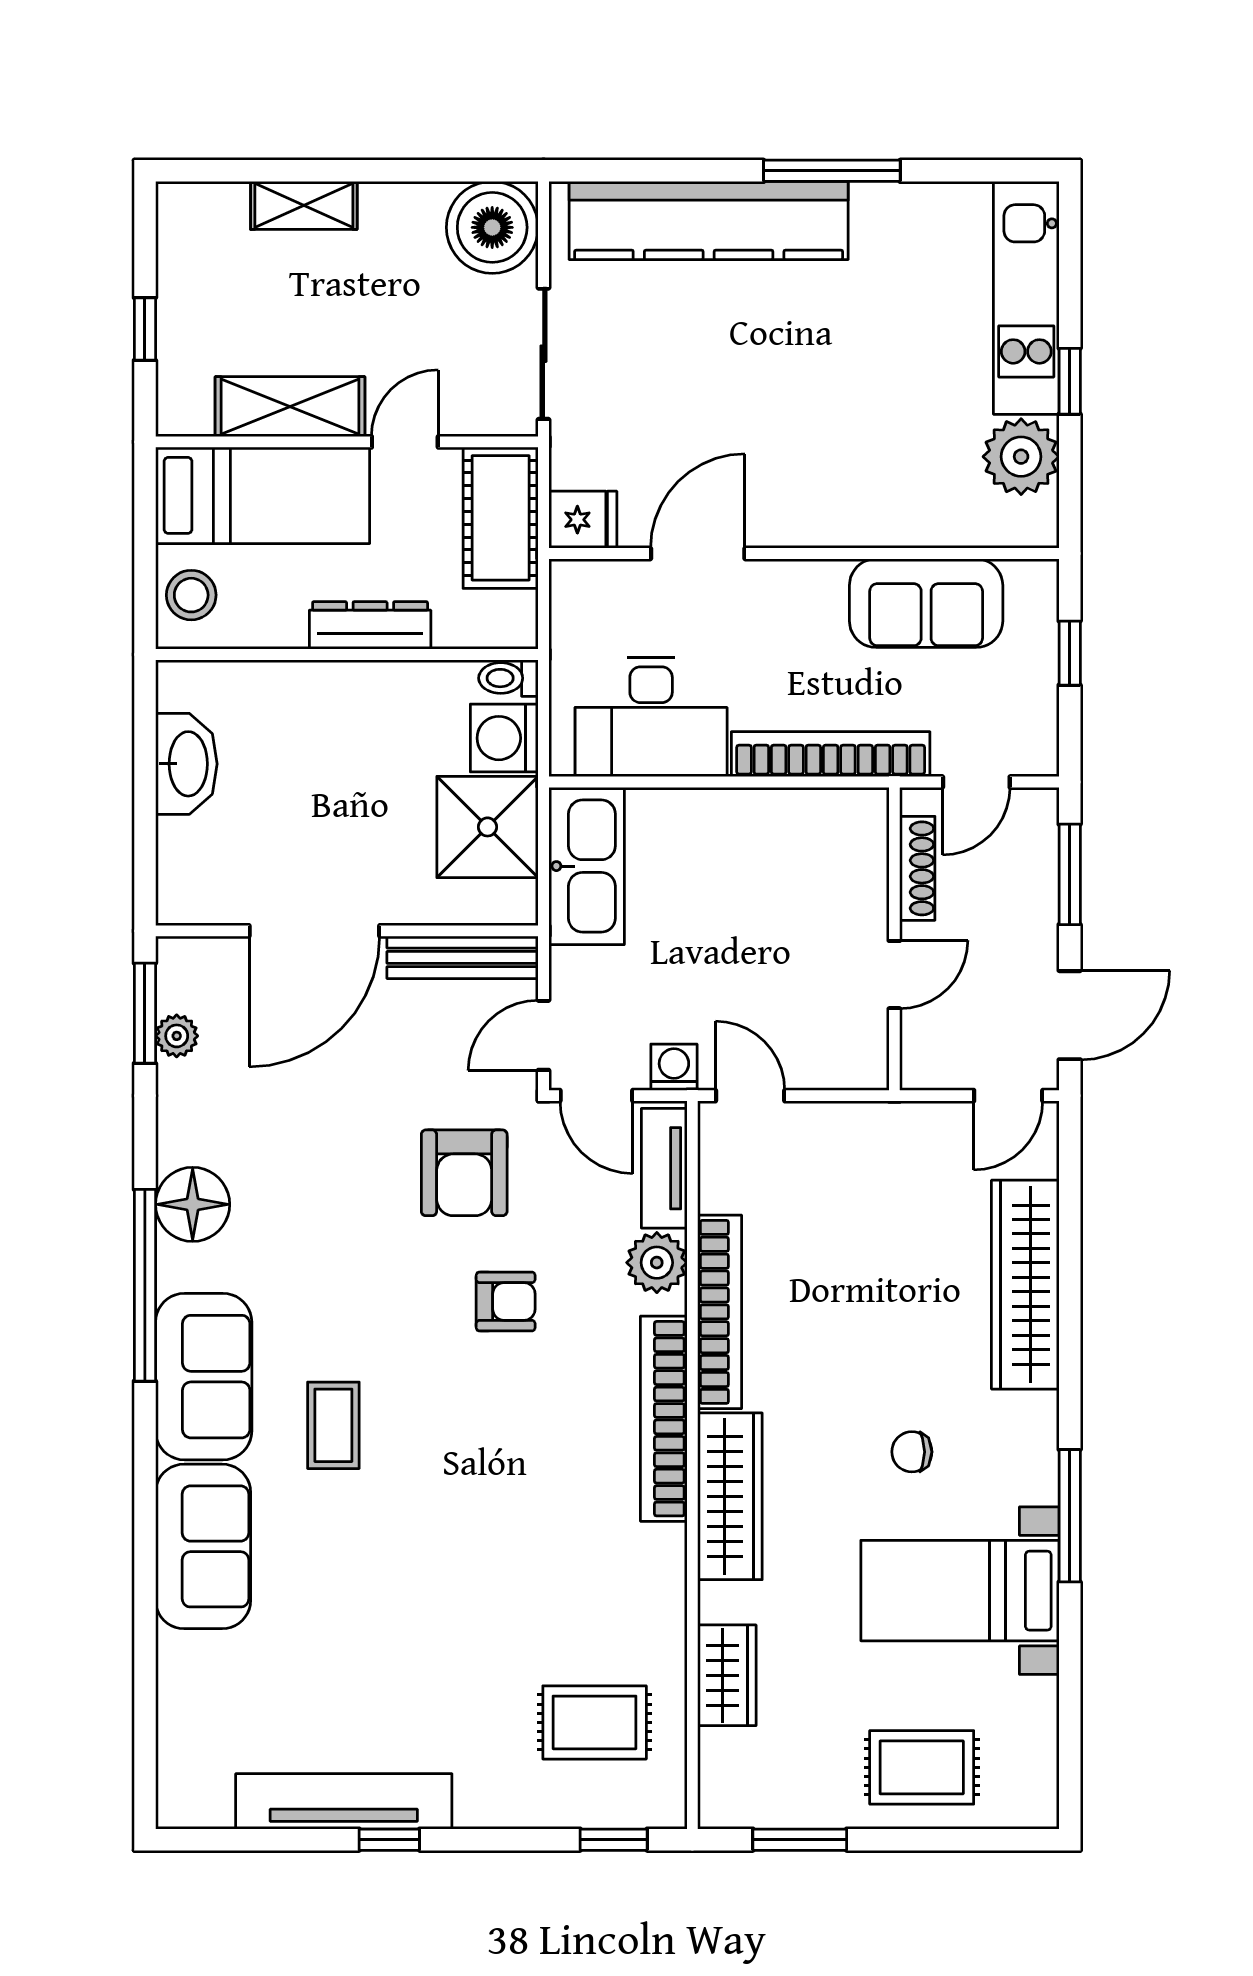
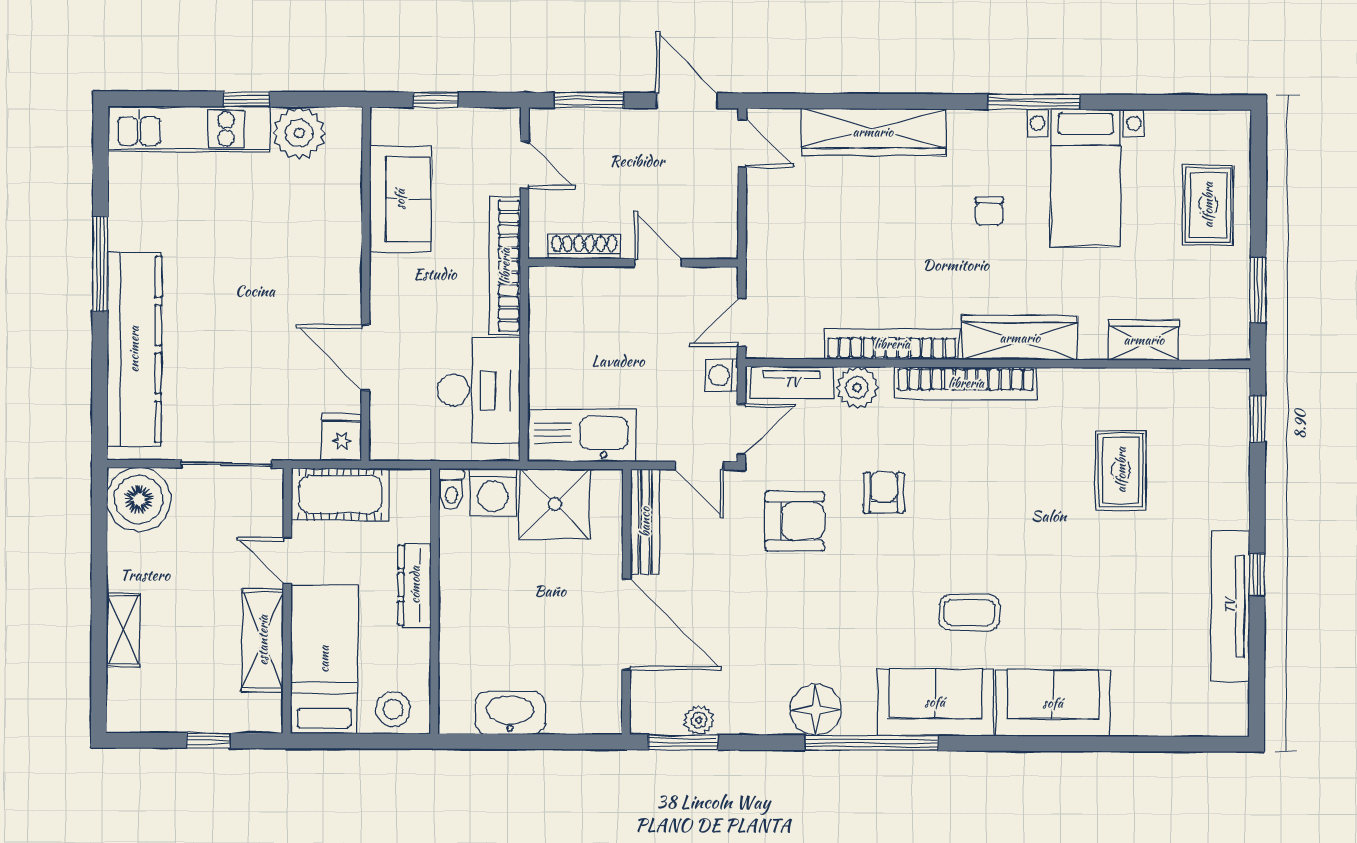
shoe rack: (917, 868) -> (584, 247), moved
wall: (894, 939) -> (633, 263), moved
door: (894, 975) -> (658, 263), moved
rug: (595, 1722) -> (1121, 470), moved

